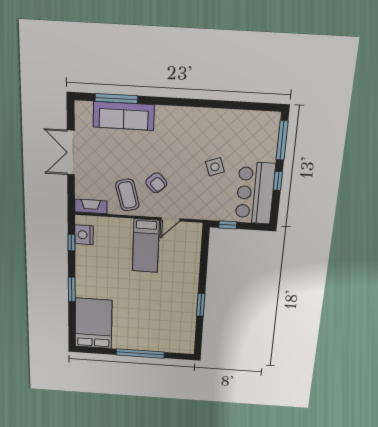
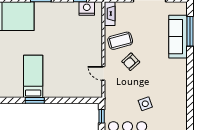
bed: (146, 246) -> (33, 76), moved, turned 90

